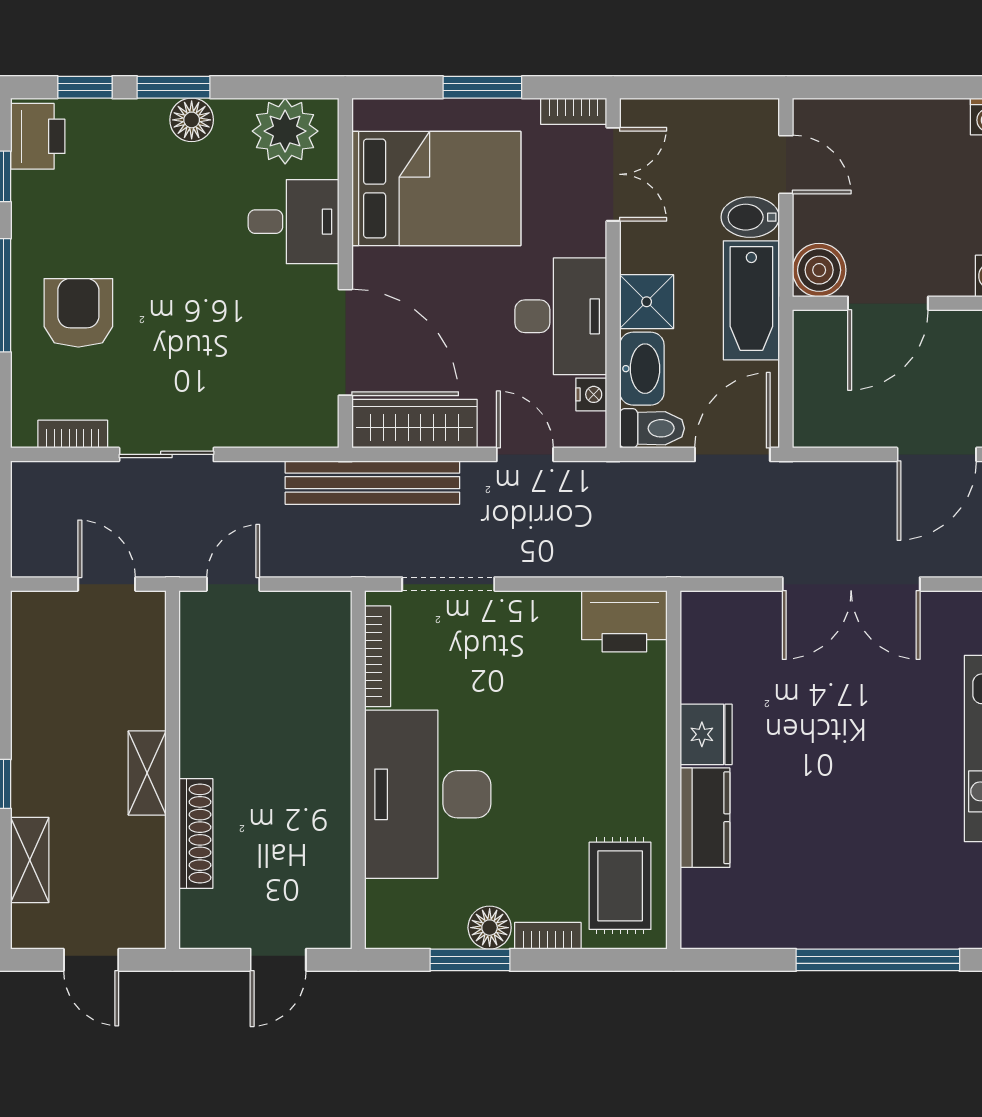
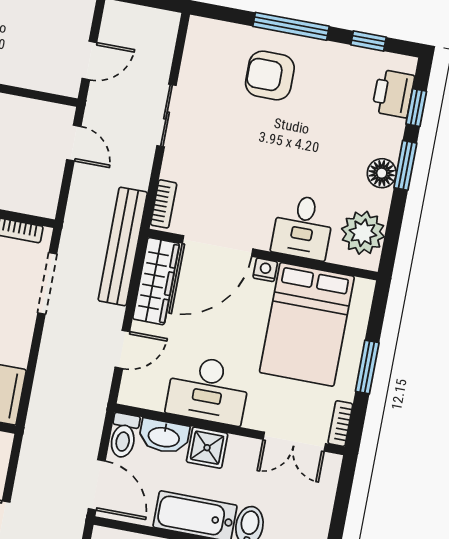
printer: (38, 136) -> (393, 94), moved, turned 90
armchair: (78, 313) -> (270, 75), turned 180
nightstand: (591, 394) -> (265, 270), moved, turned 180
bookcase: (73, 434) -> (164, 204), moved

